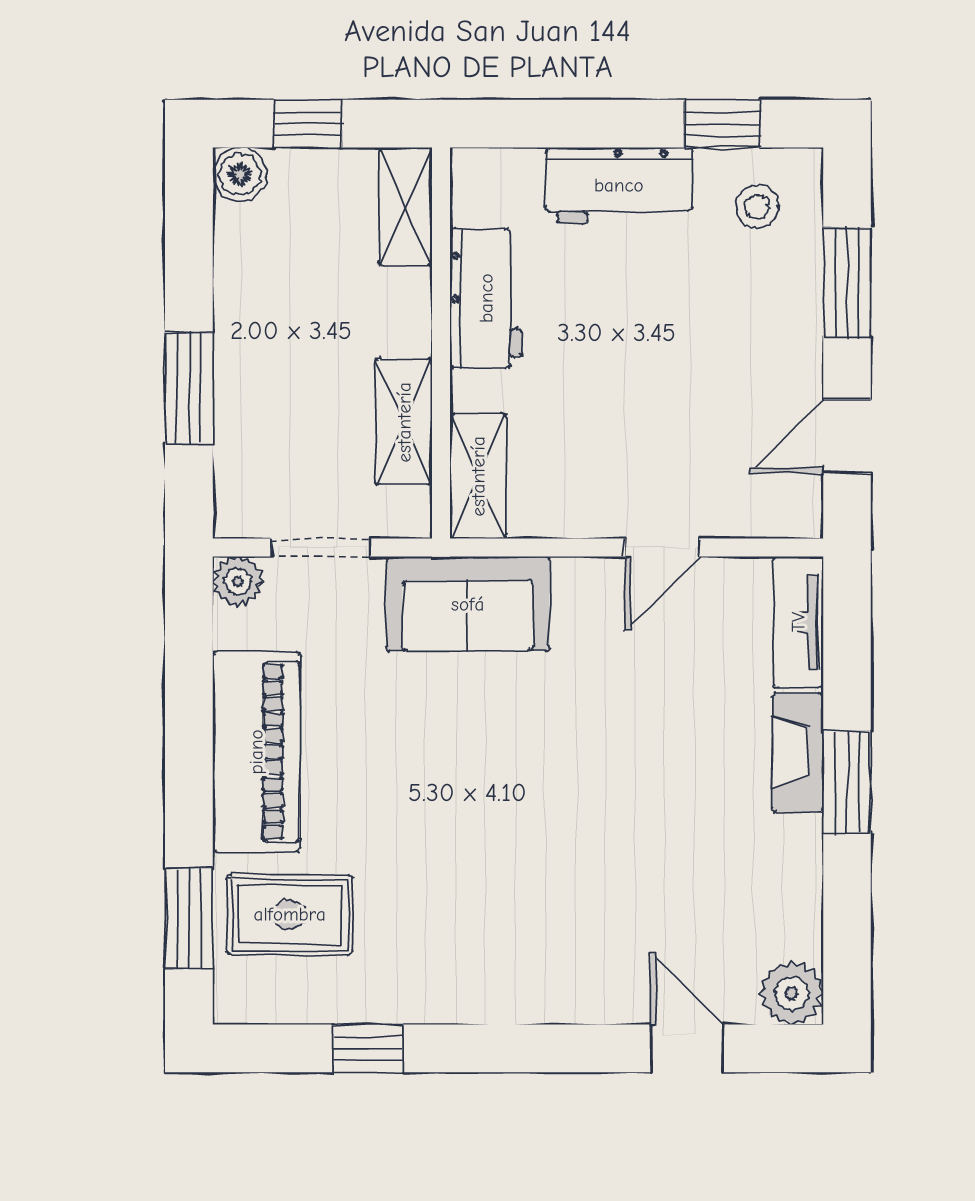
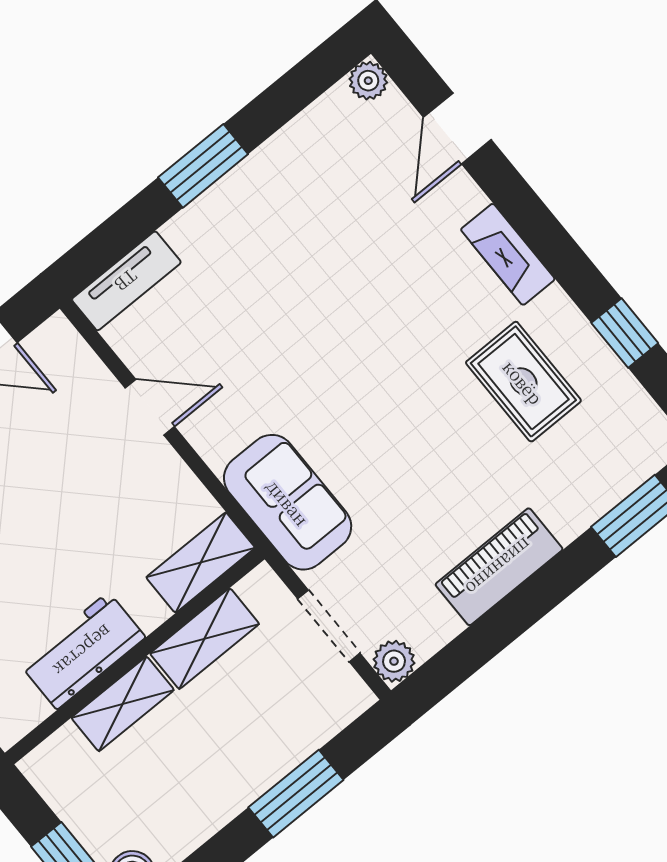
shelving: (405, 206) -> (123, 704), moved
piano: (256, 752) -> (499, 567), width x0.73, depth x0.75
fireplace: (798, 752) -> (508, 254), moved, turned 90
rug: (290, 914) -> (523, 382), moved
plant: (792, 993) -> (368, 81), width x0.73, depth x0.73

